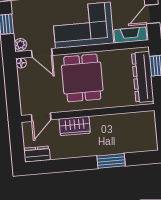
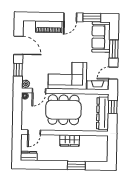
door: (42, 53) -> (39, 91), hinge flipped
dining table: (82, 78) -> (63, 110), width x1.38
wardrobe: (75, 126) -> (70, 141), moved

